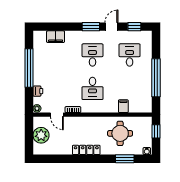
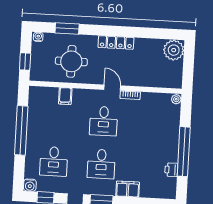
water cooler: (147, 36) -> (30, 185), added
filing cabinet: (56, 37) -> (128, 189), moved
desk: (93, 88) -> (104, 121), turned 180
printer: (38, 91) -> (171, 170), moved
door: (57, 115) -> (112, 88), moved
plant: (41, 135) -> (174, 50), moved

